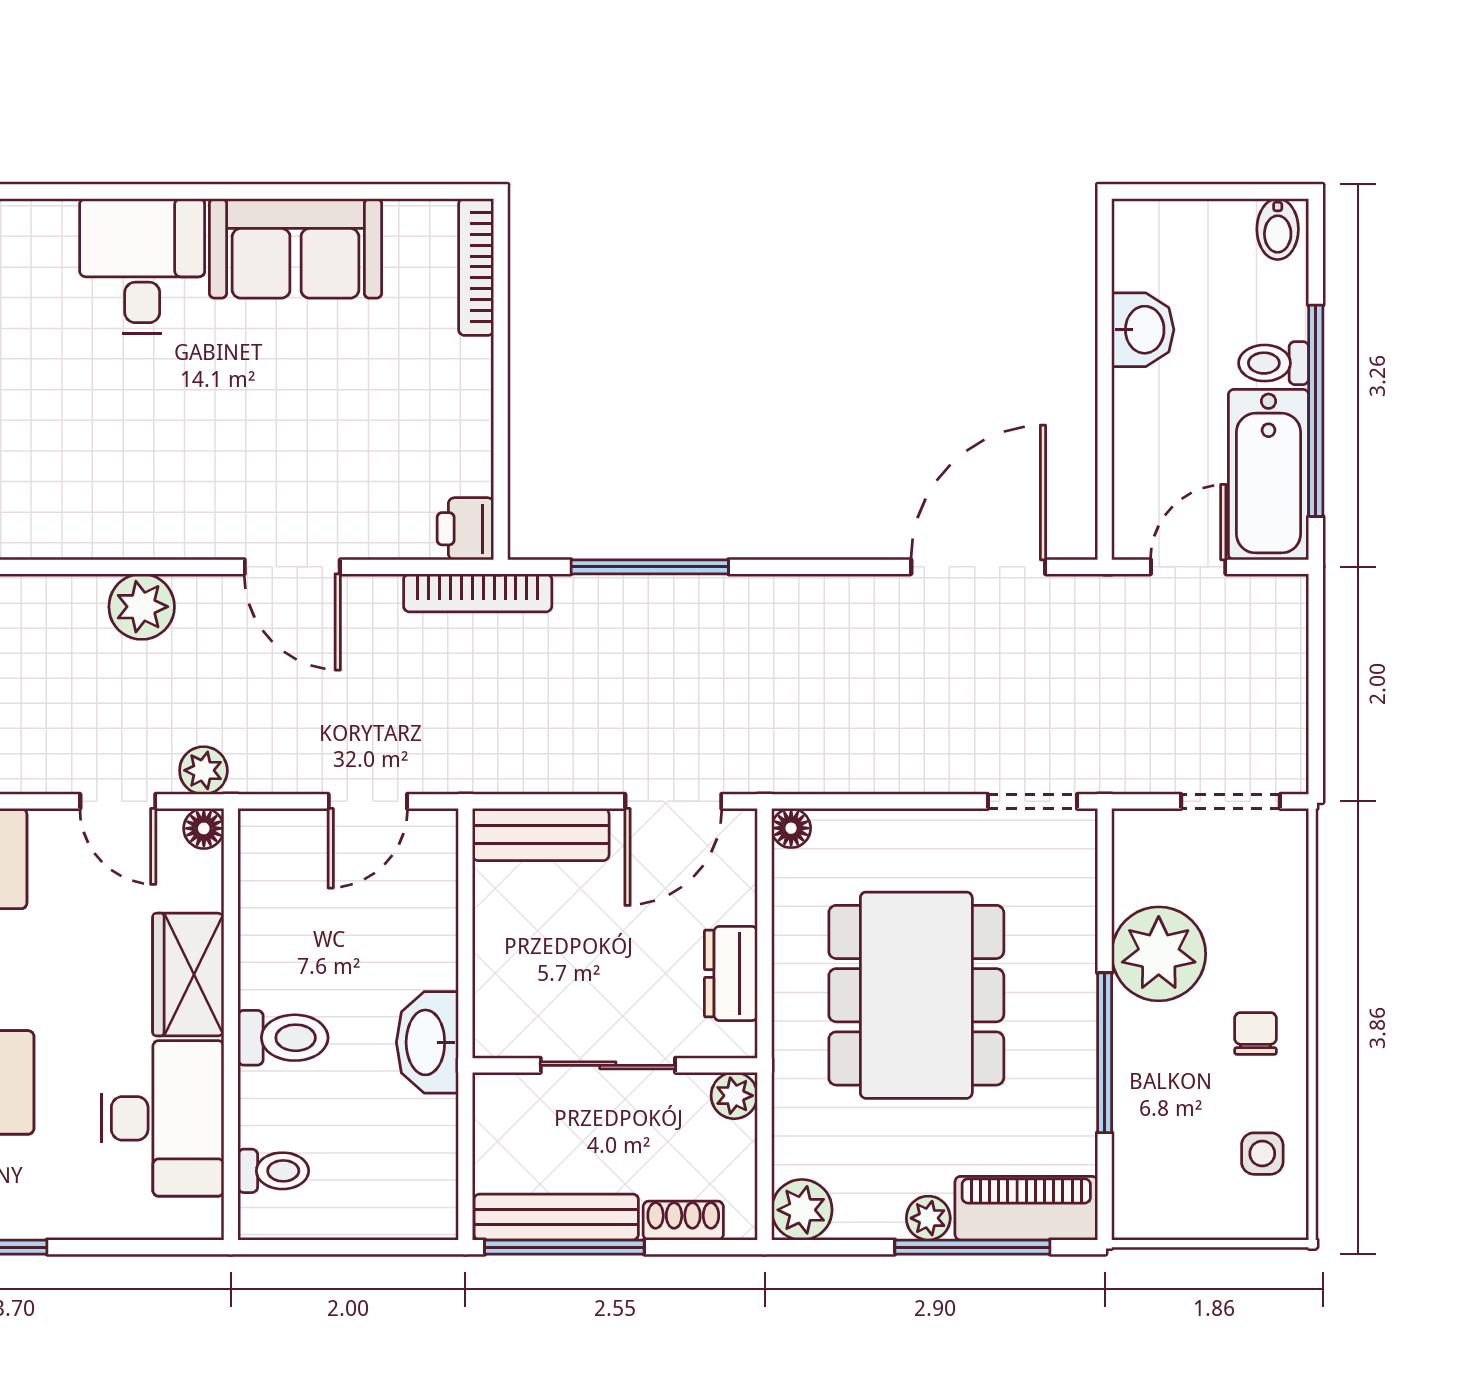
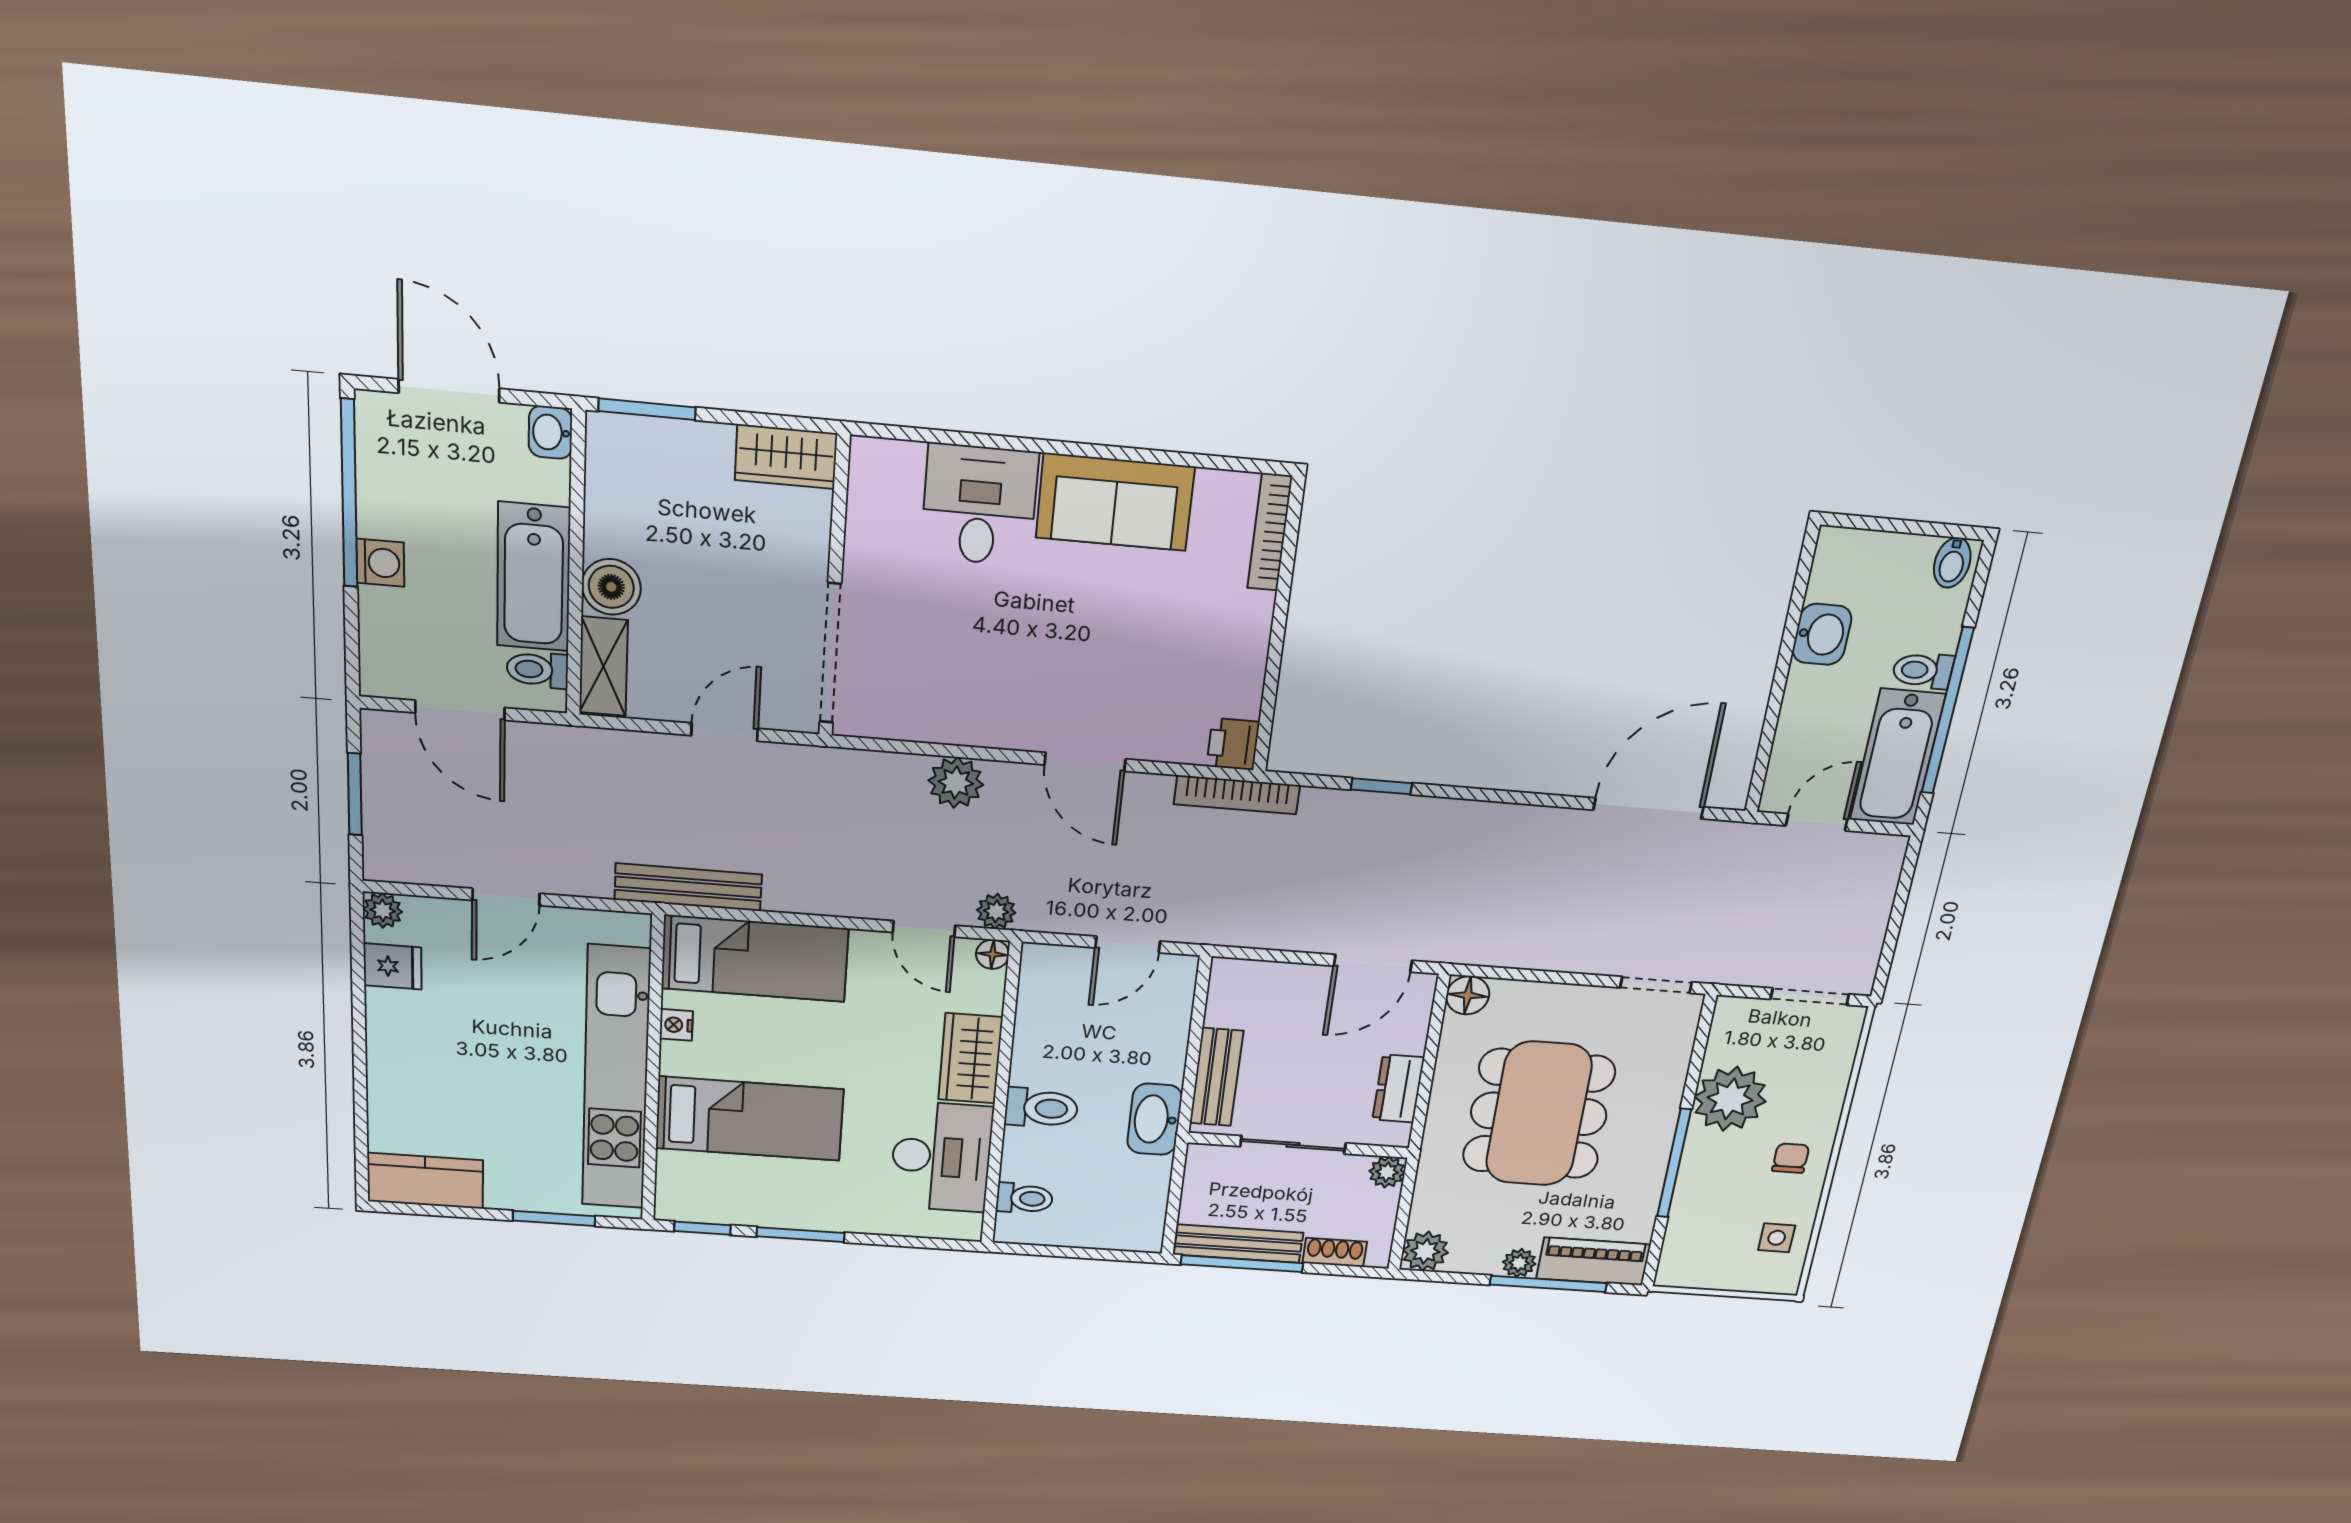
window: (650, 567) -> (1381, 786), width x0.46
floor lamp: (791, 828) -> (1468, 995), width x1.37, depth x1.37
bench: (541, 835) -> (1216, 1077), moved, turned 90

